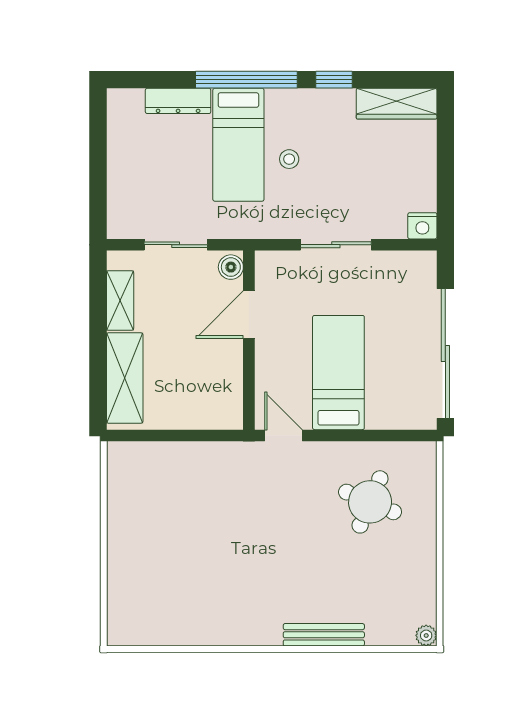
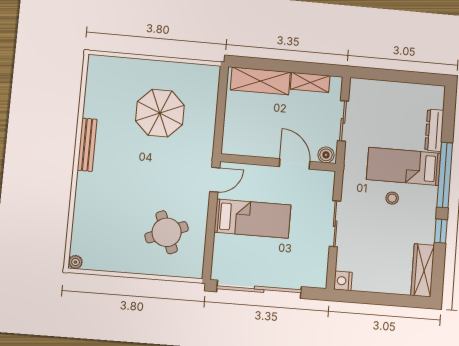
round table: (370, 502) -> (167, 232), turned 45
parasol: (188, 528) -> (160, 113), added
bench: (324, 635) -> (87, 145), moved

